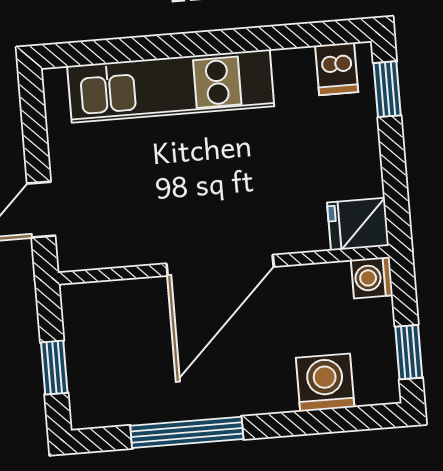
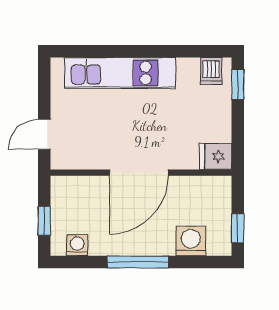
washing machine: (372, 278) -> (77, 245), moved, turned 90
window: (187, 432) -> (138, 262), moved

